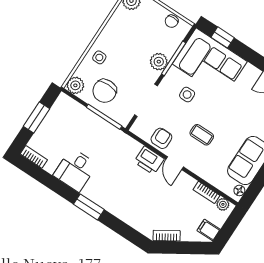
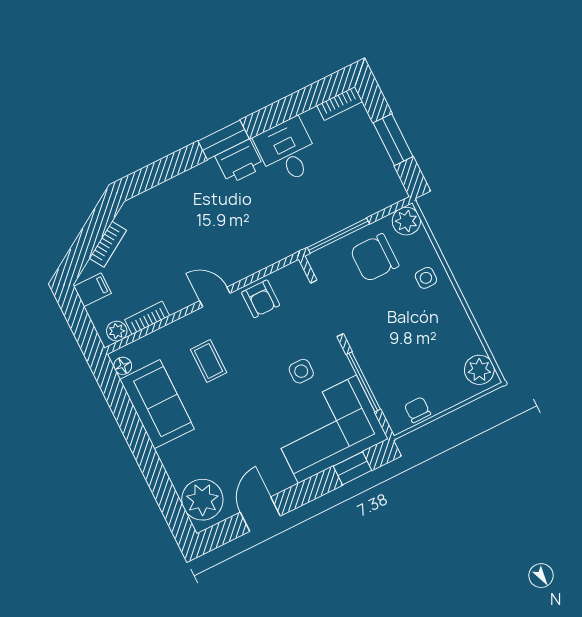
plant: (159, 62) -> (371, 358), removed
chair: (105, 91) -> (374, 258), turned -90
coffee table: (202, 135) -> (209, 361), moved, turned 90
printer: (149, 160) -> (239, 162), moved, turned 180
bookcase: (167, 236) -> (108, 244), moved

